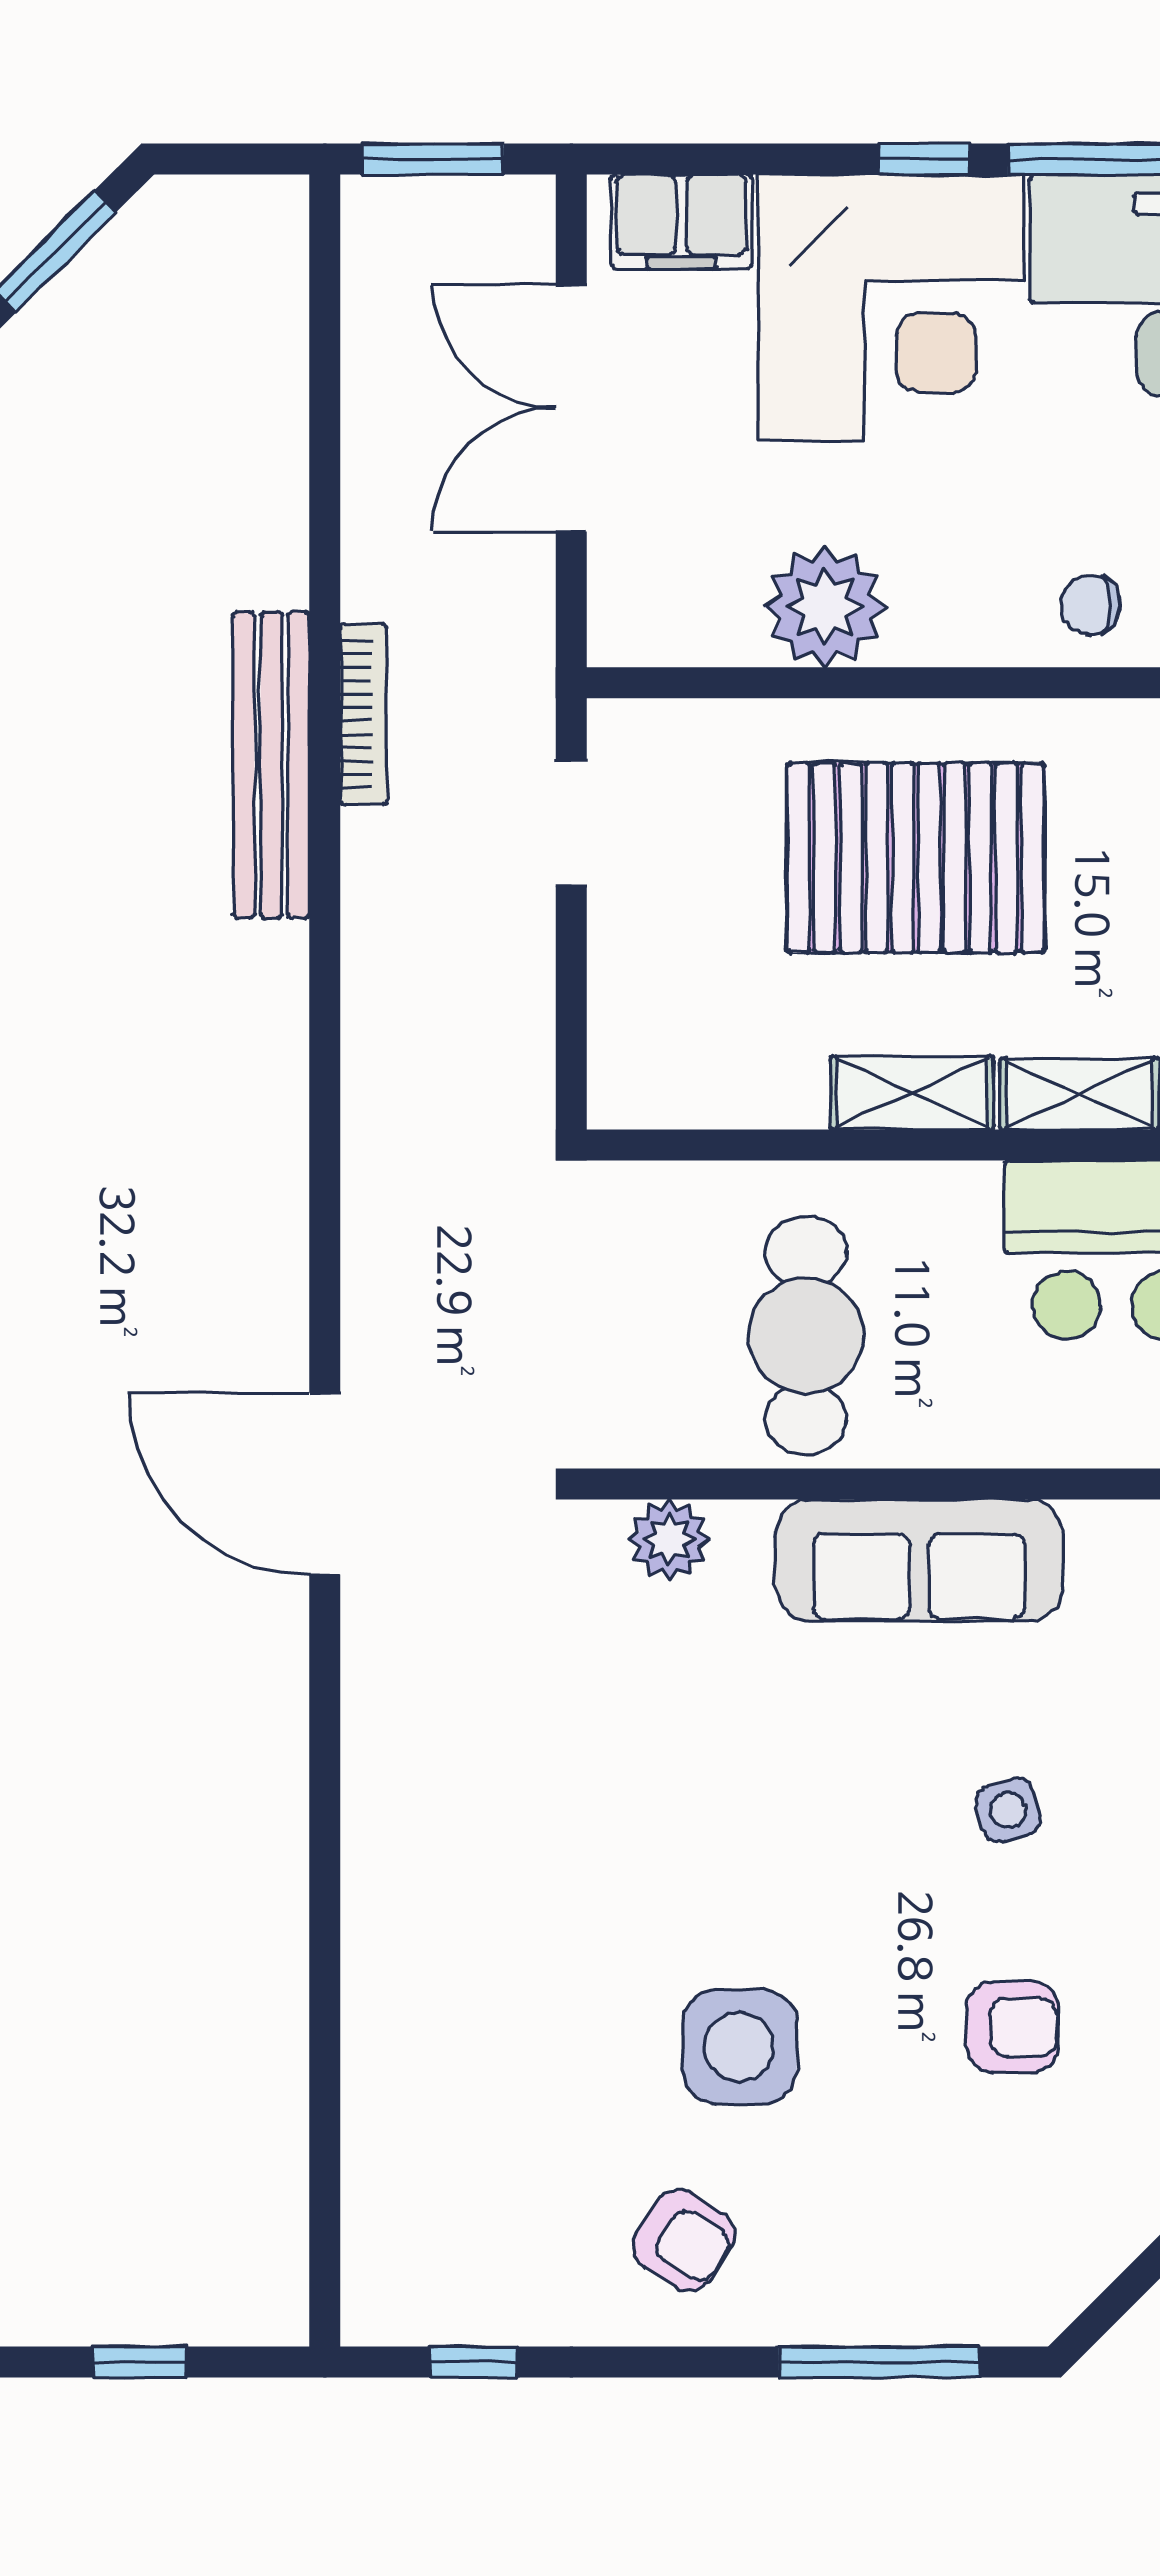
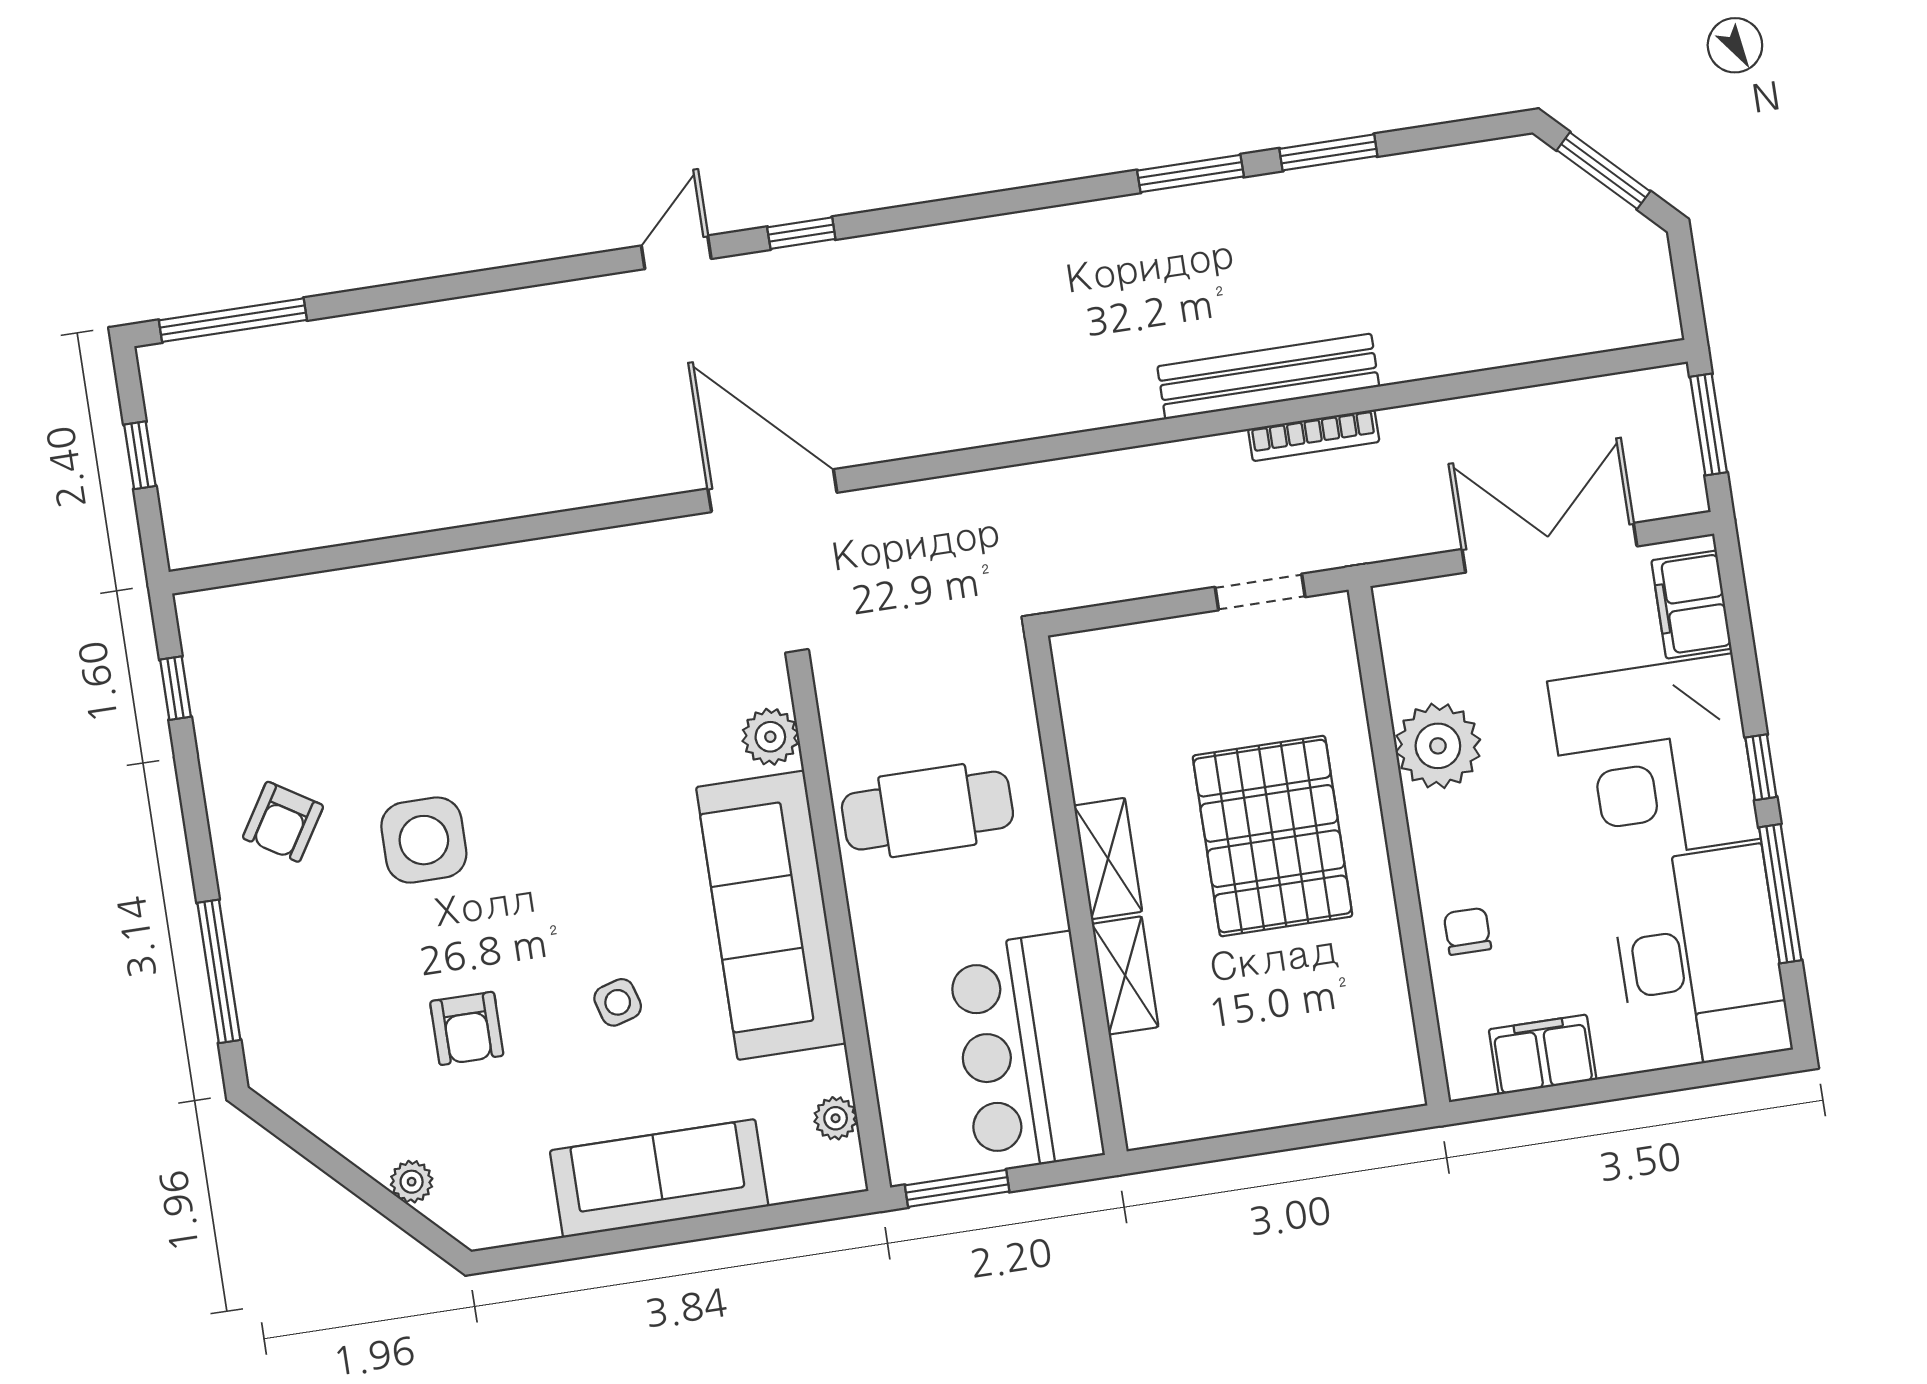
door: (325, 1484) -> (772, 491), hinge flipped
sofa: (919, 1560) -> (771, 915), width x1.36, depth x1.27

